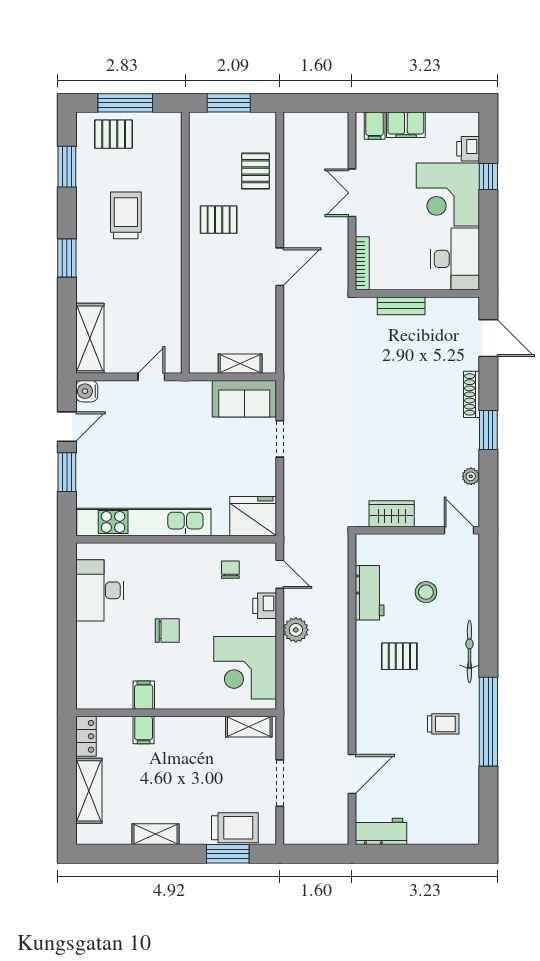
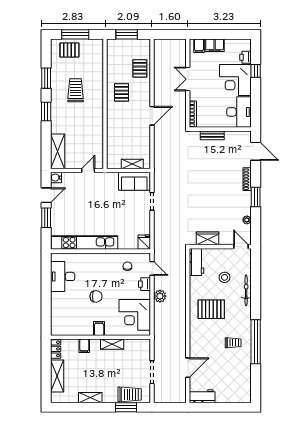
window: (67, 167) -> (46, 78), moved
pallet: (219, 220) -> (122, 92), turned 90
fridge: (253, 516) -> (144, 242), width x0.53, depth x0.75
workbench: (370, 593) -> (197, 262), moved
bicycle: (469, 651) -> (246, 290), moved
pallet: (399, 656) -> (211, 309), width x1.50, depth x1.42
filing cabinet: (144, 695) -> (99, 329), moved
shelving: (249, 727) -> (112, 344), moved

